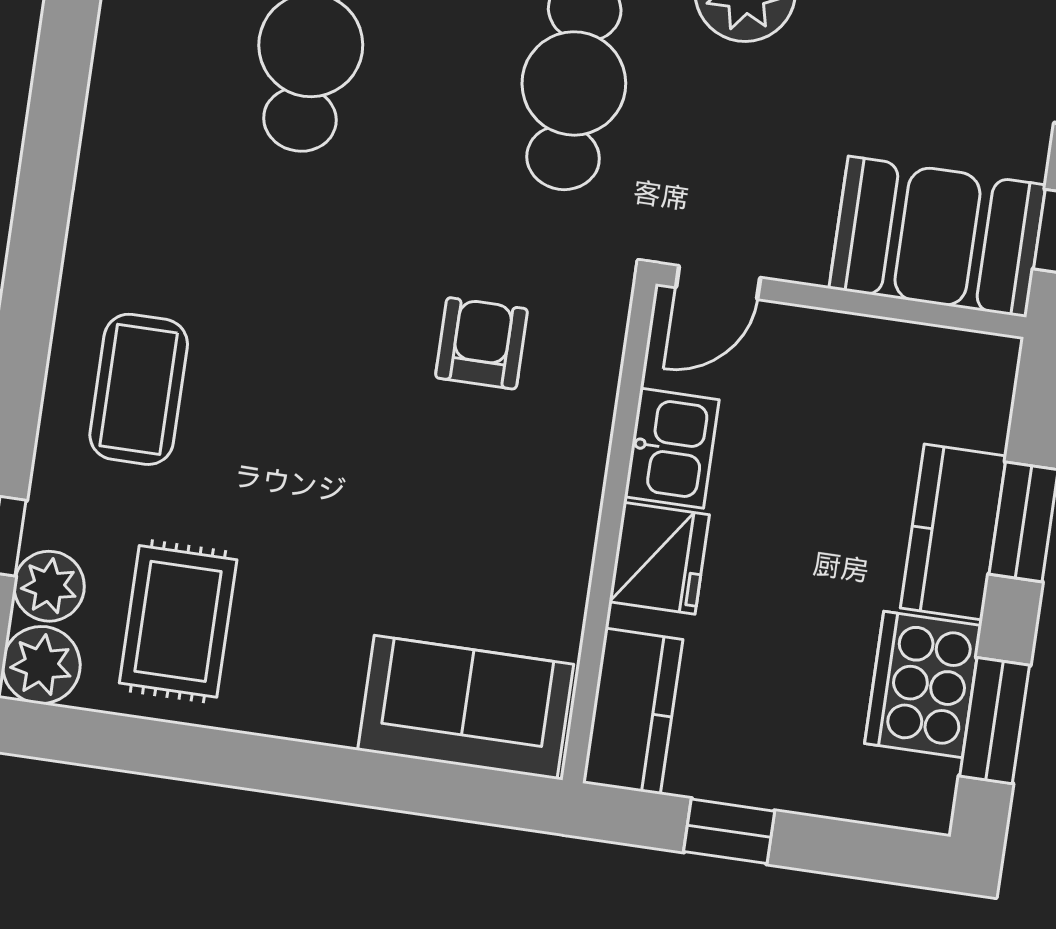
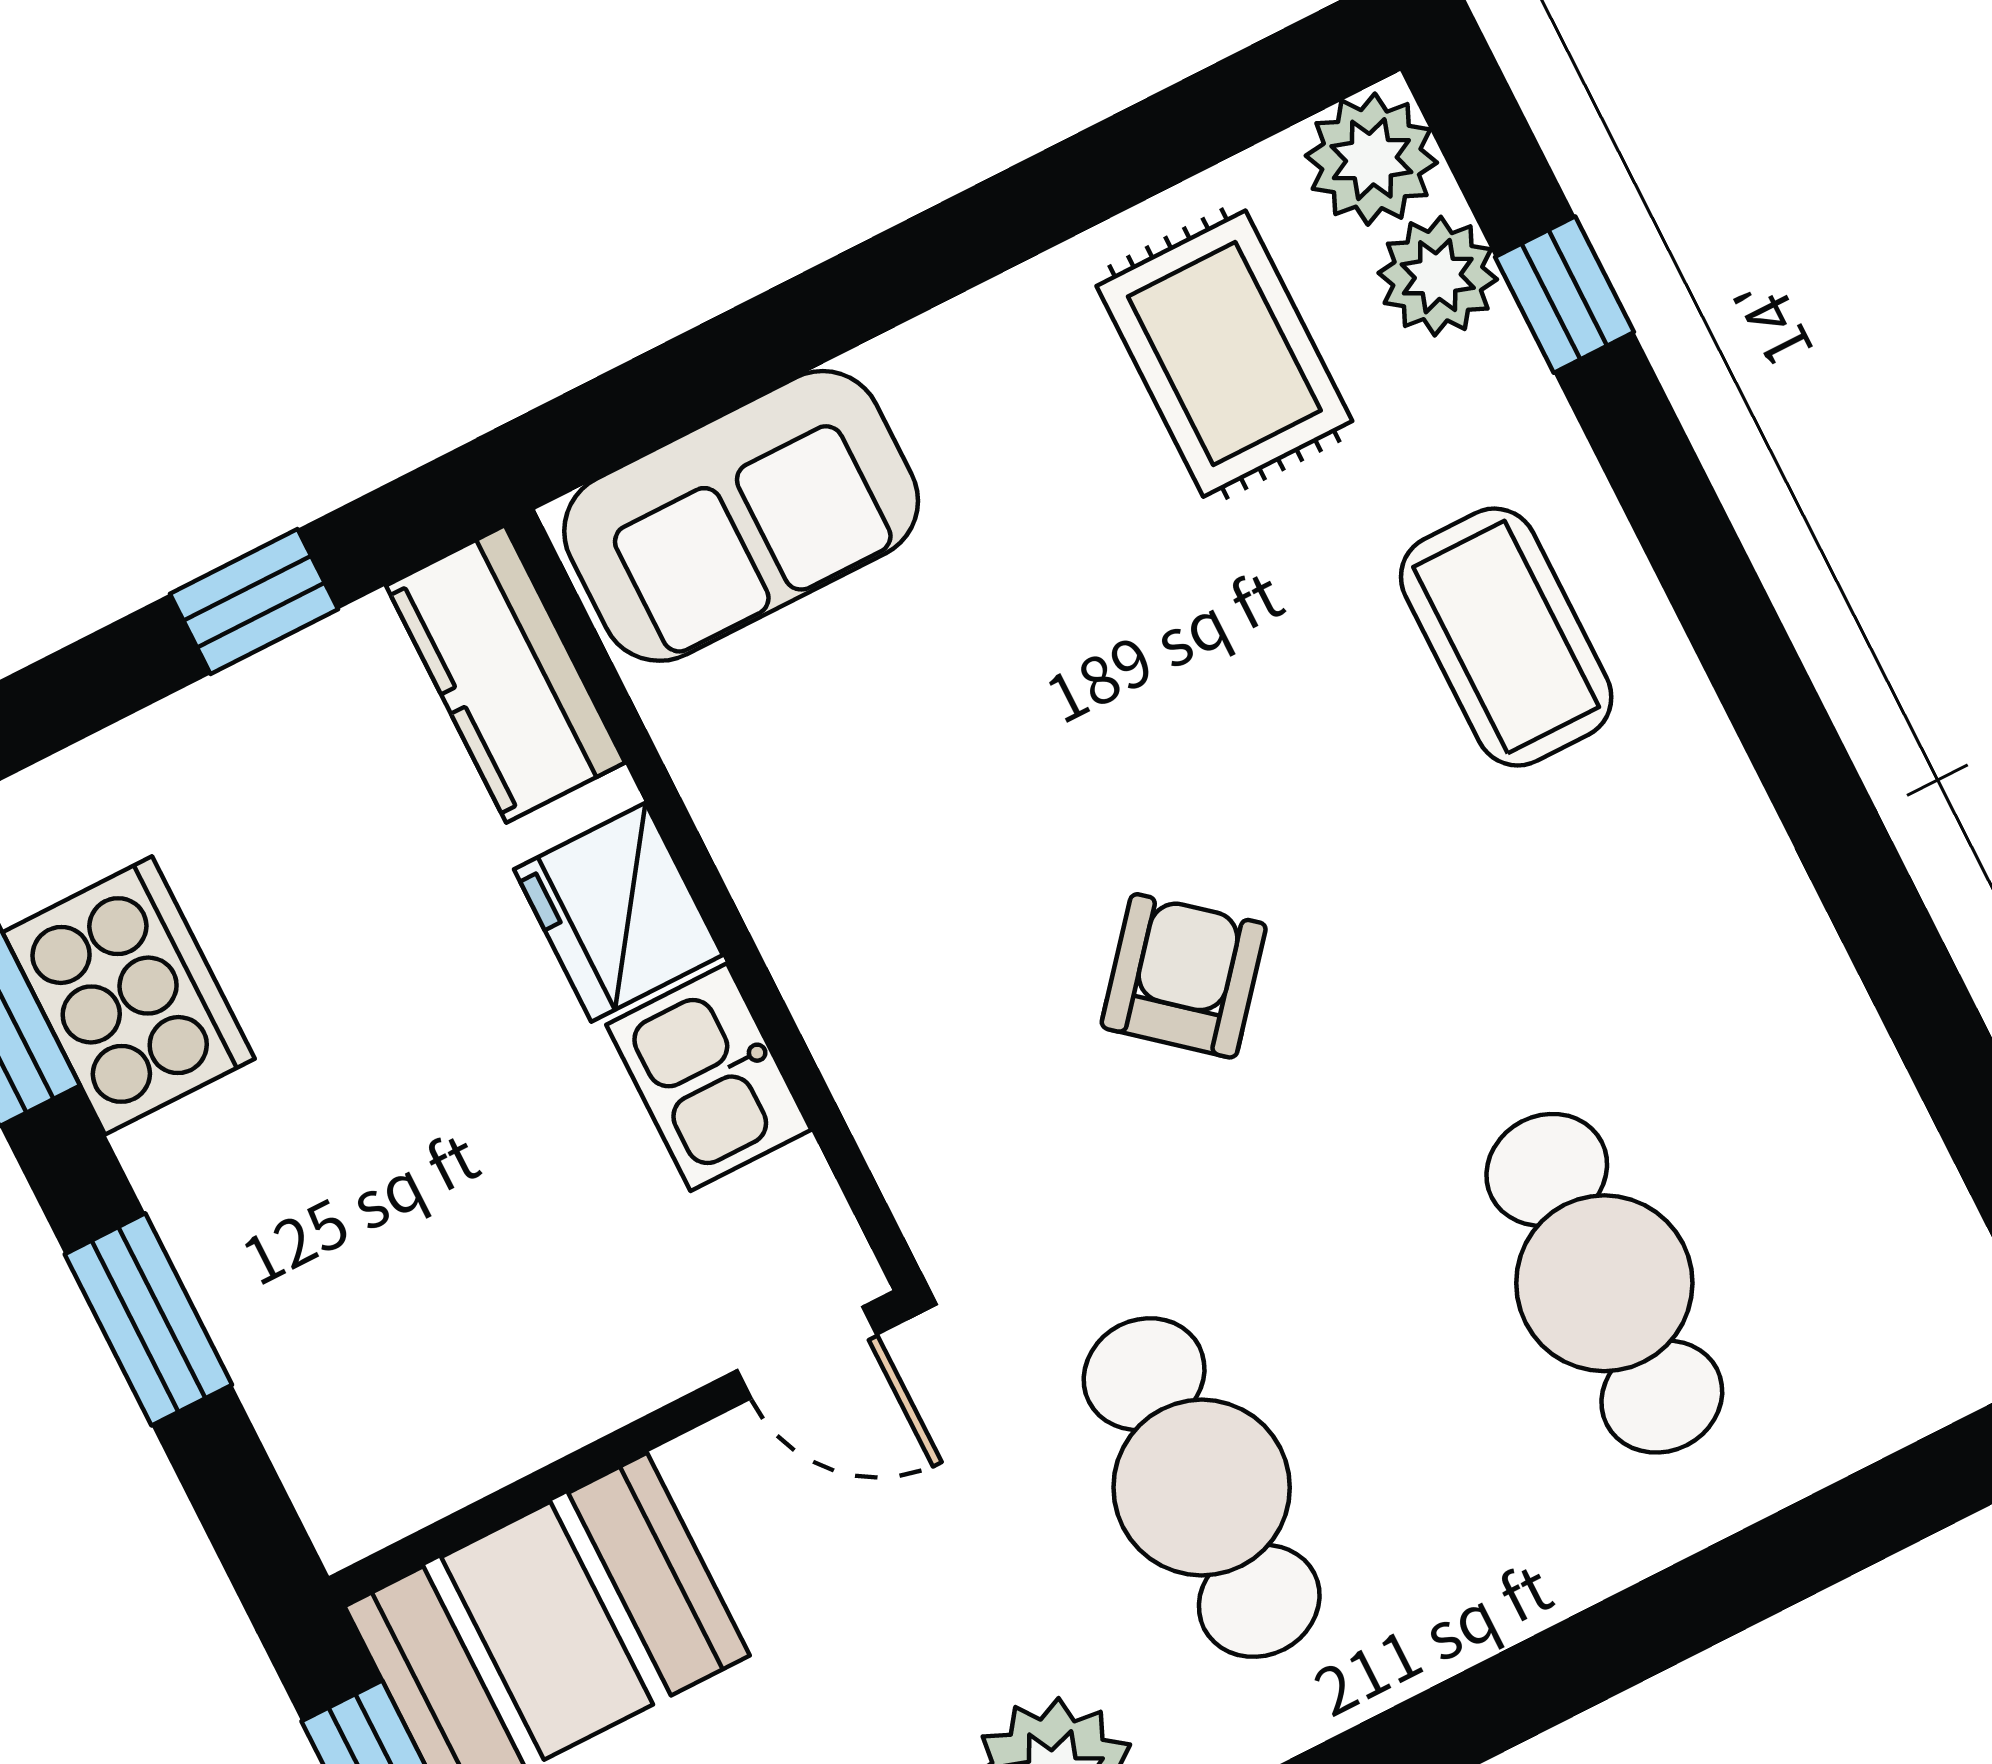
door: (718, 282) -> (807, 1352), swing flipped
armchair: (481, 343) -> (1184, 976), moved, turned -140
kitchen counter: (953, 532) -> (236, 1237), removed

